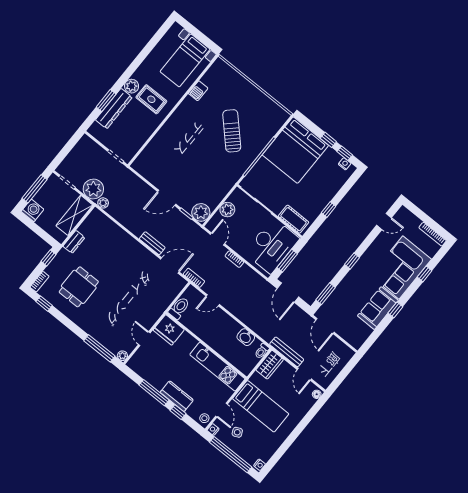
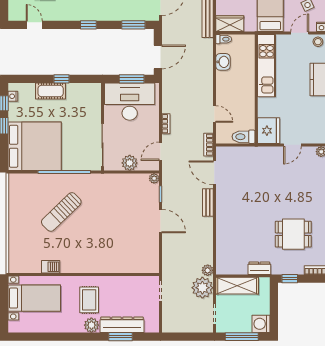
plant: (201, 212) -> (154, 178), width x0.53, depth x0.53
cot: (294, 219) -> (51, 91), moved, turned 90

